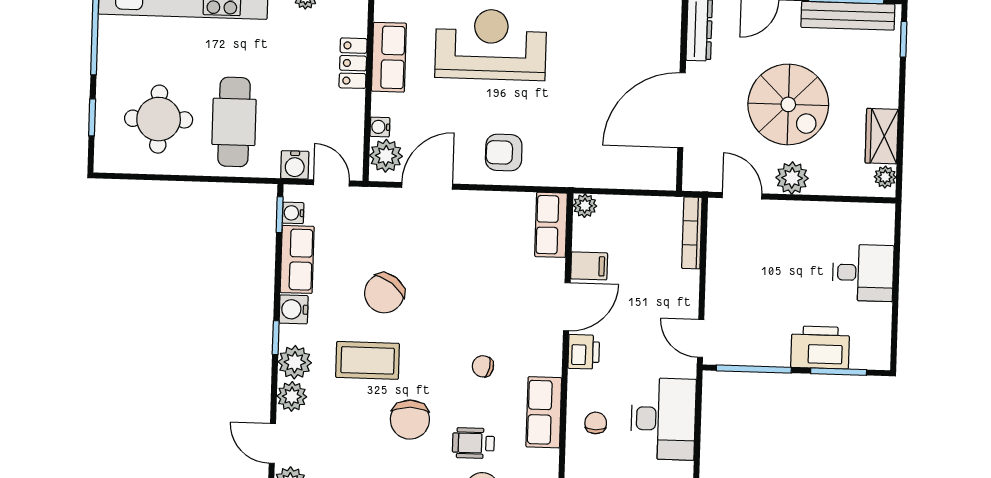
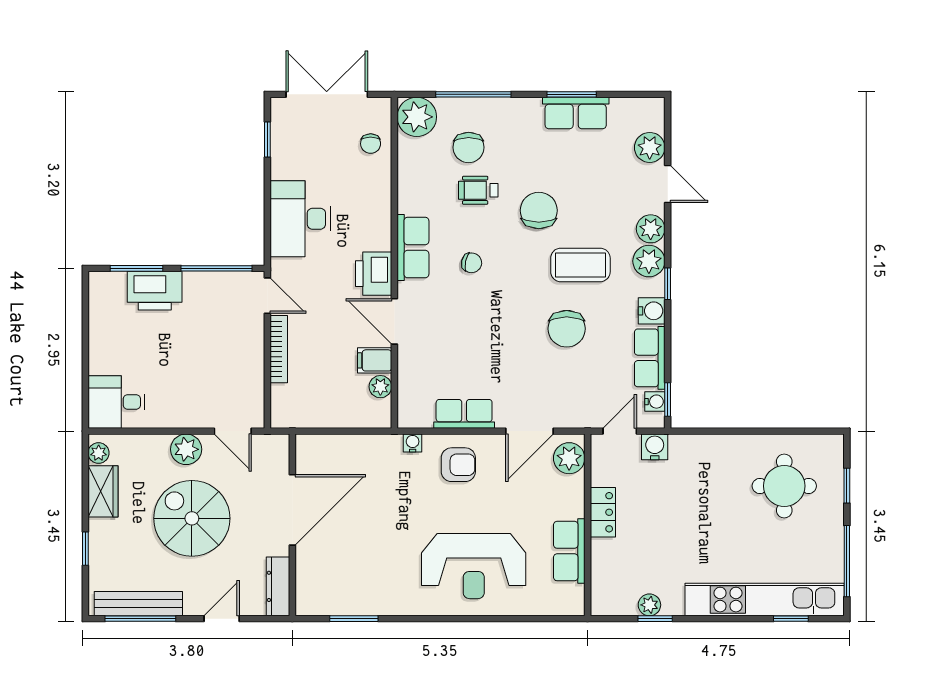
window: (904, 39) -> (85, 549), moved
locker: (353, 63) -> (603, 512), moved
cafe table: (234, 122) -> (713, 486), removed
water cooler: (380, 127) -> (413, 443), moved, turned -90
door: (331, 183) -> (620, 431), swing flipped
plant: (585, 206) -> (380, 387), moved
row of seats: (551, 225) -> (464, 414), moved, turned -90
bookcase: (692, 233) -> (279, 349), moved
desk: (863, 273) -> (116, 402), moved
chair: (384, 293) -> (567, 329), turned 143
door: (567, 307) -> (394, 321), hinge flipped
printer: (584, 352) -> (374, 274), width x1.36, depth x1.24
row of seats: (544, 412) -> (413, 248), moved
chair: (596, 423) -> (364, 213), removed
wheelchair: (473, 443) -> (478, 190), turned 180

